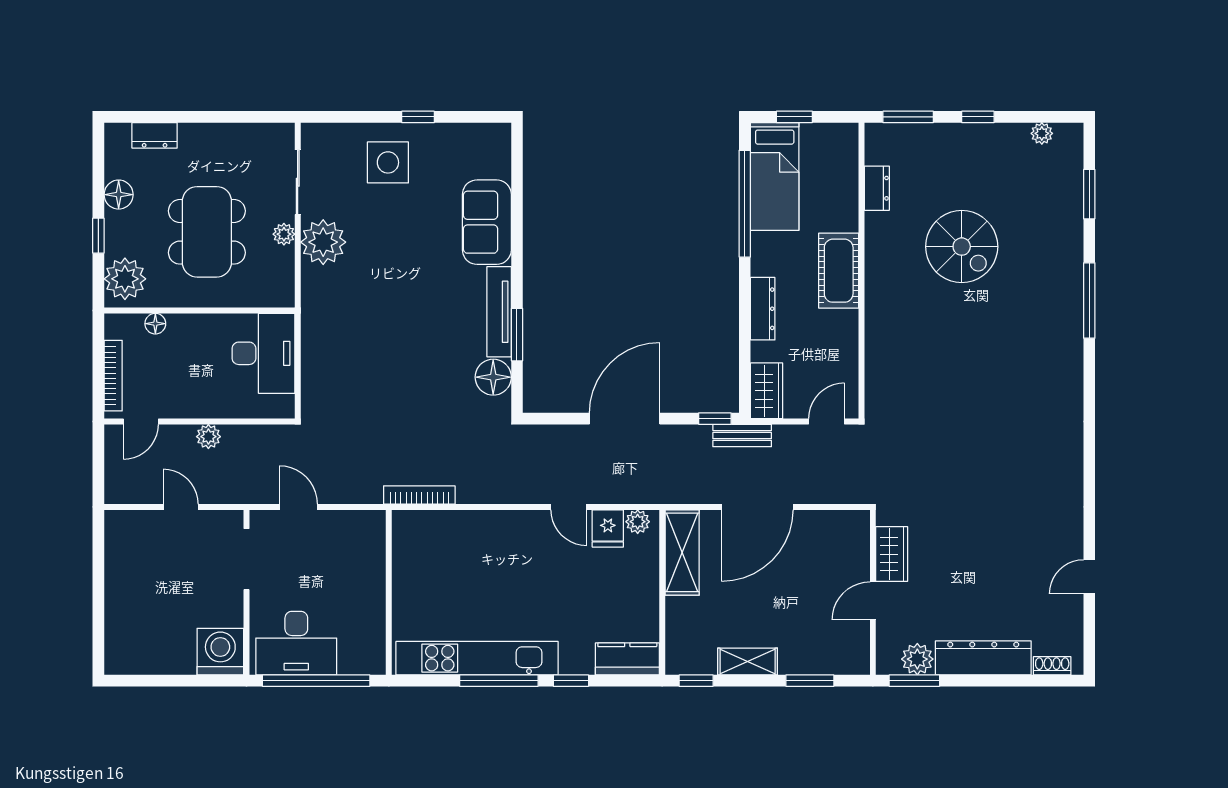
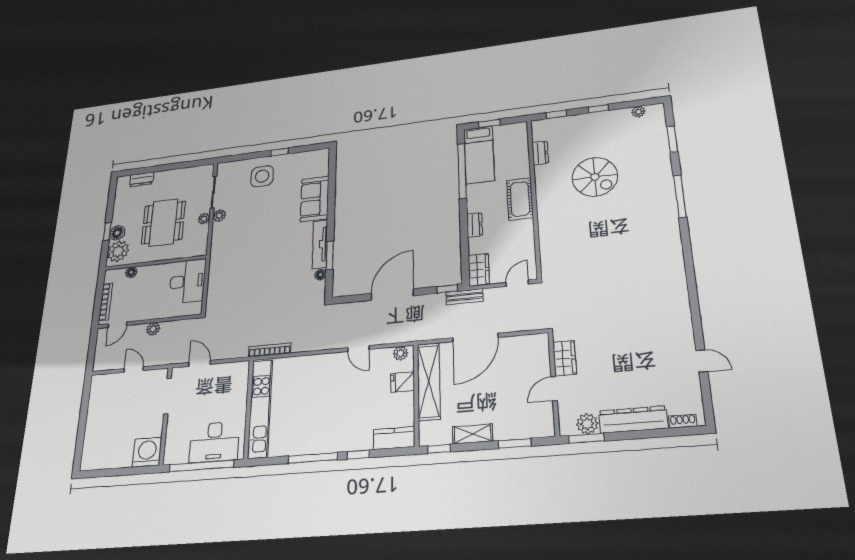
window: (908, 117) -> (556, 114), width x0.67
floor lamp: (119, 195) -> (117, 233), moved
plant: (323, 242) -> (219, 216), width x0.53, depth x0.53
dresser: (763, 309) -> (475, 225), width x0.70
floor lamp: (493, 377) -> (320, 275), width x0.53, depth x0.53
fridge: (608, 528) -> (403, 382), moved, turned 90
shelving: (682, 552) -> (429, 381), width x1.47
door: (1089, 577) -> (702, 361), swing flipped
desk: (296, 643) -> (214, 442), moved
kitchen unit: (477, 658) -> (260, 409), moved, turned 90

